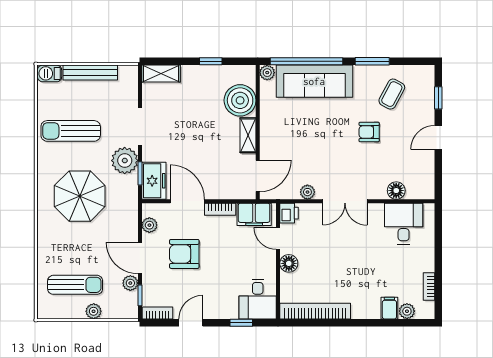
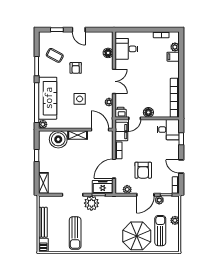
side table: (313, 139) -> (80, 99), added
parasol: (80, 196) -> (137, 236), moved

